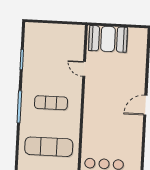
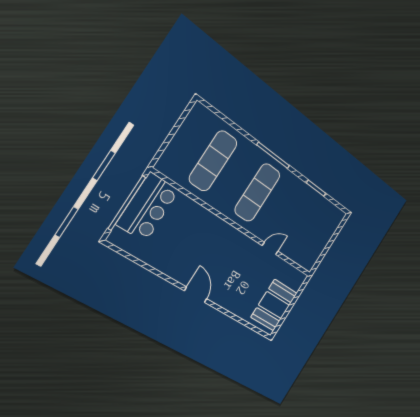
booth: (108, 39) -> (274, 305), moved
exercise mat: (51, 103) -> (257, 193), width x1.36, depth x1.45

